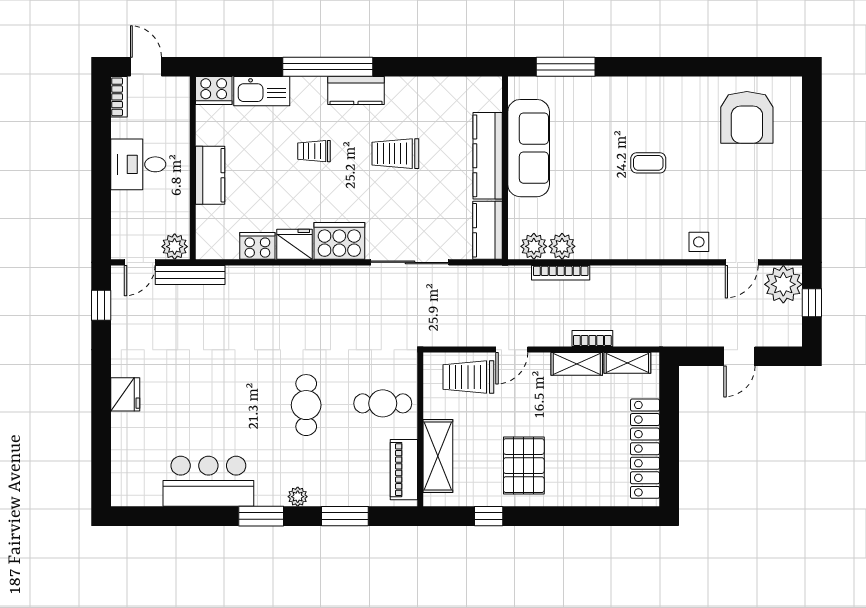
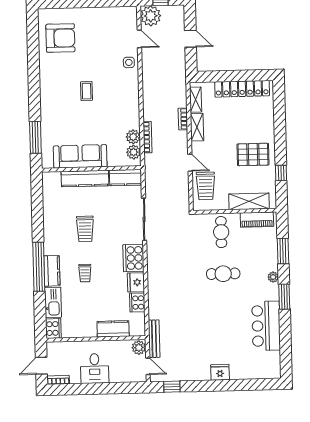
kitchen counter: (356, 91) -> (52, 271), moved
kitchen counter: (210, 175) -> (113, 329), moved

